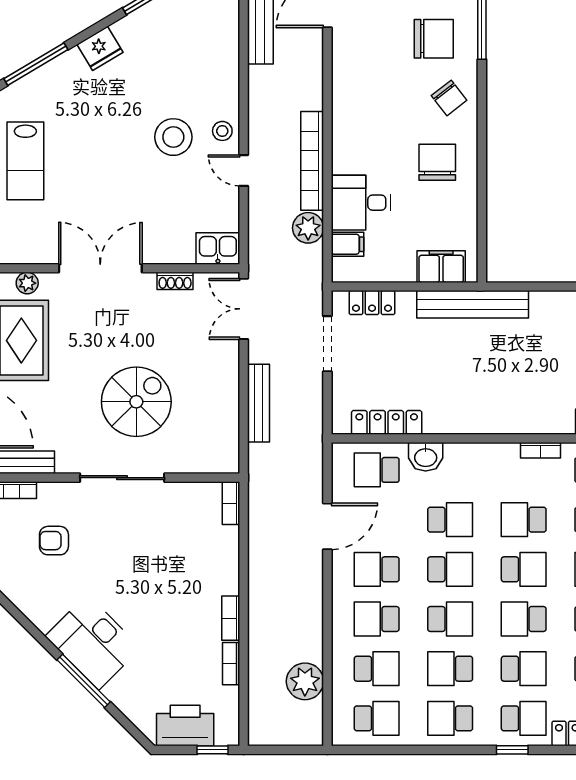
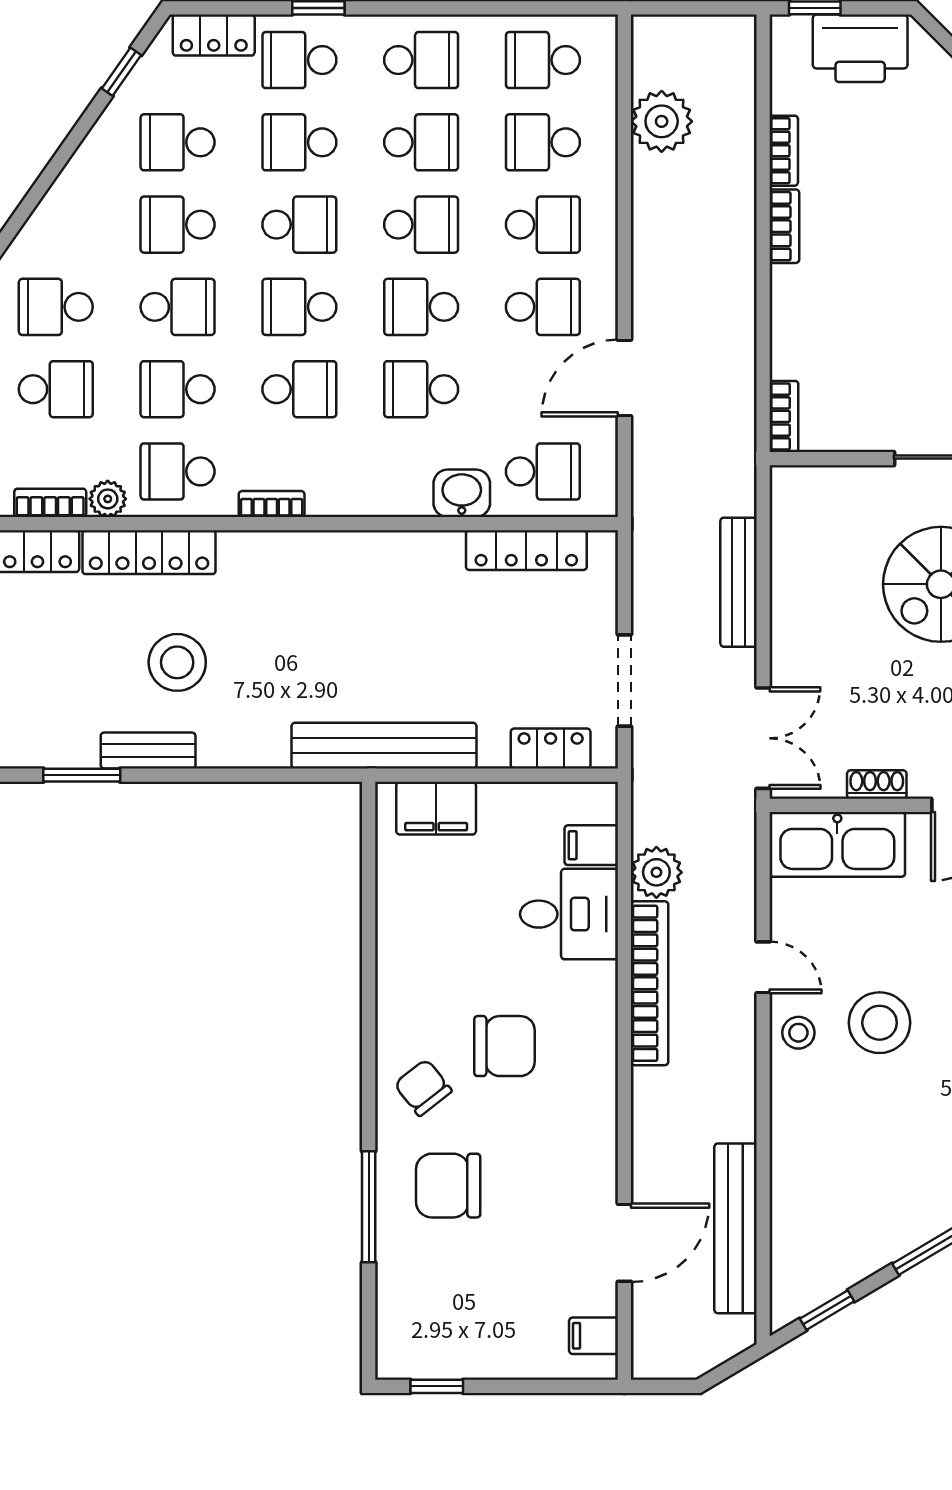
chair: (437, 162) -> (504, 1046), moved, turned -90
kitchen sink: (218, 249) -> (837, 844), width x1.87, depth x1.24
school desk: (450, 619) -> (421, 225), turned 180

